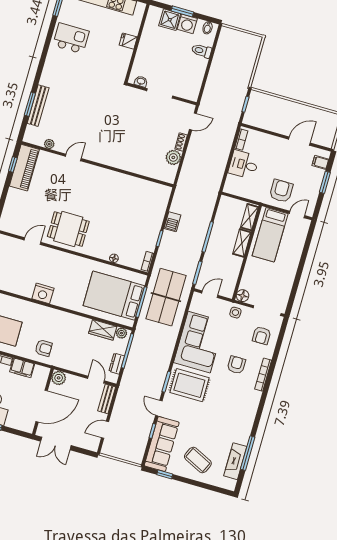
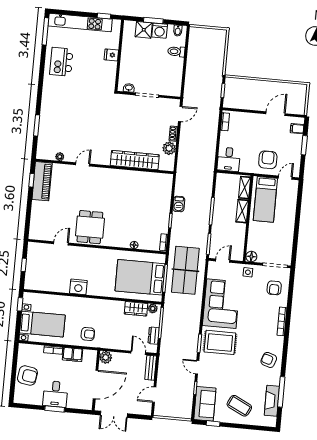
kitchen island: (71, 38) -> (61, 62), turned -90
bench: (38, 106) -> (44, 125), removed
wardrobe: (132, 164) -> (135, 160), added
desk: (244, 165) -> (229, 159), moved, turned -90
dining table: (68, 229) -> (90, 227), turned 90
armchair: (236, 365) -> (269, 360), moved, turned -72
sofa: (162, 444) -> (205, 404), width x0.73

